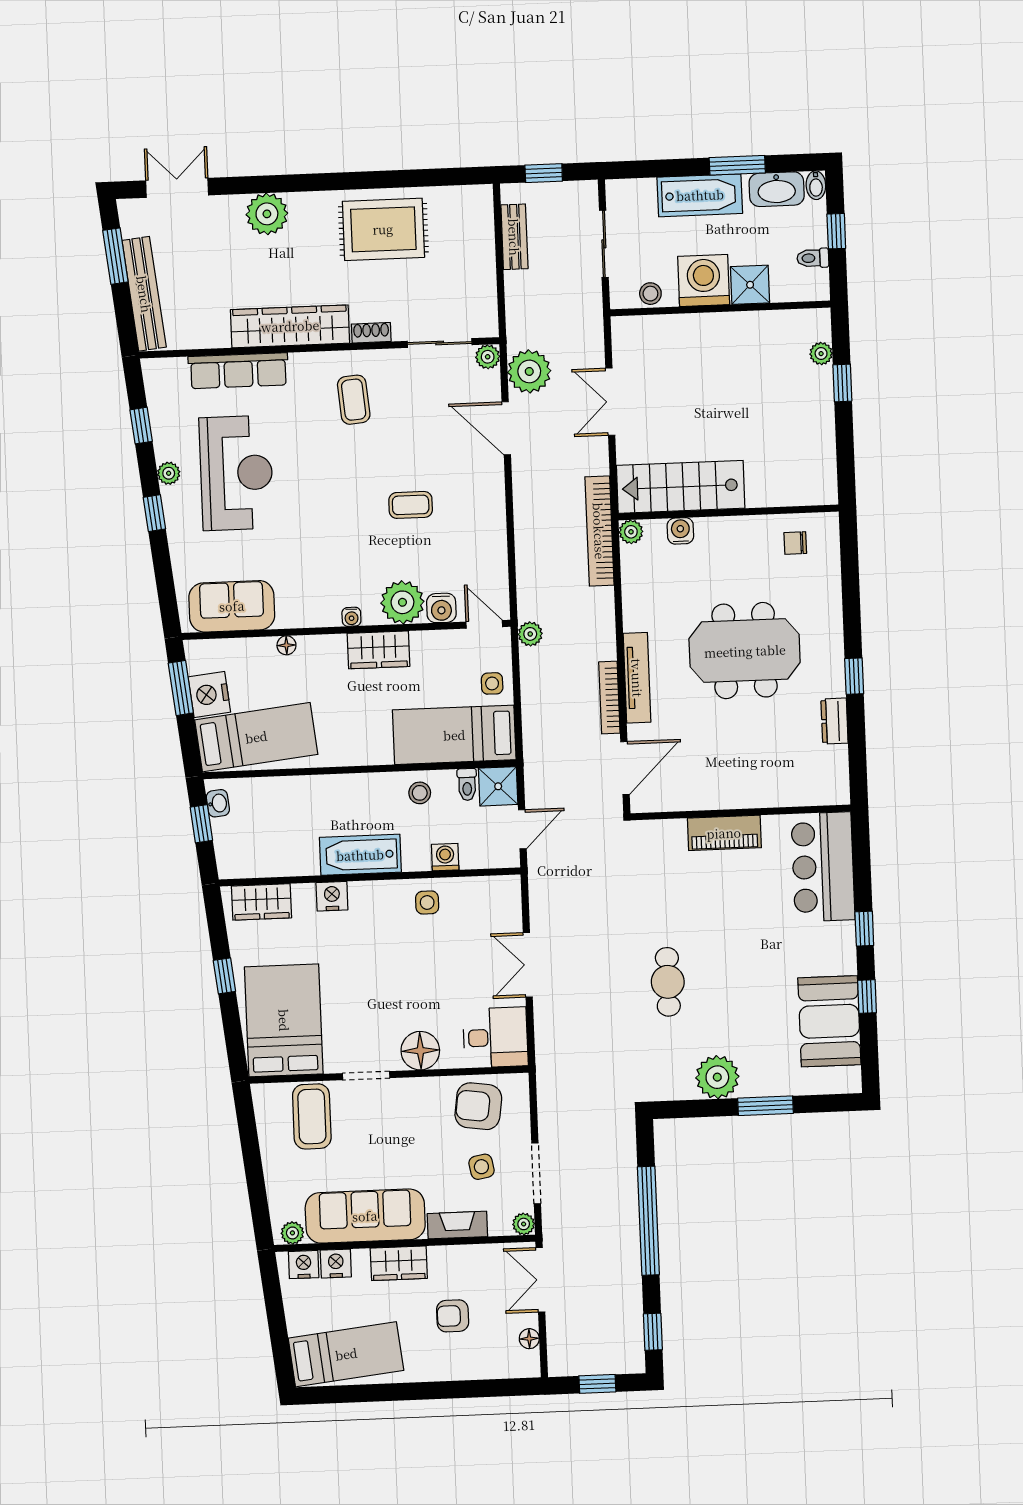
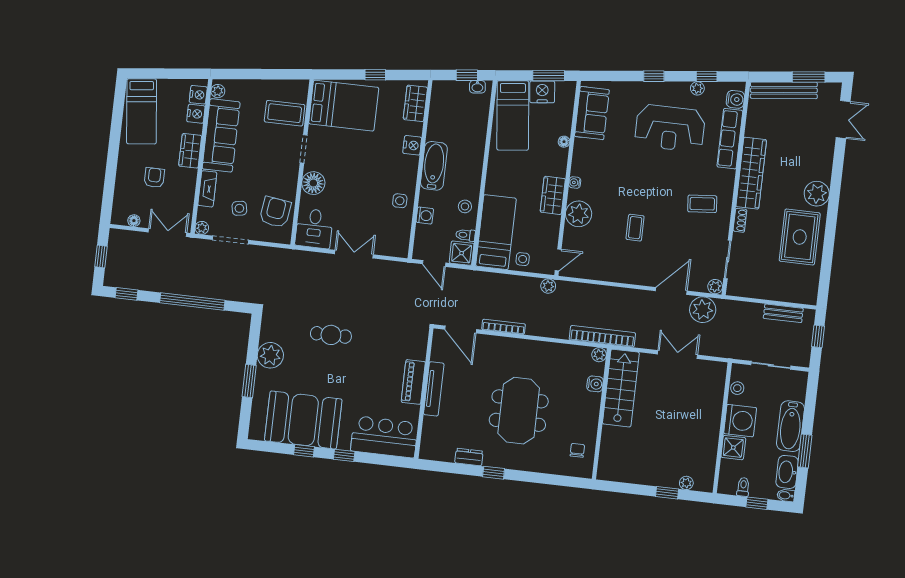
plant: (267, 214) -> (817, 194), moved
plant: (169, 473) -> (697, 88), moved
water cooler: (441, 608) -> (735, 99), moved, turned 180
tv unit: (637, 678) -> (434, 389), moved, turned -90
booth: (829, 1021) -> (303, 420), width x1.36, depth x1.42

